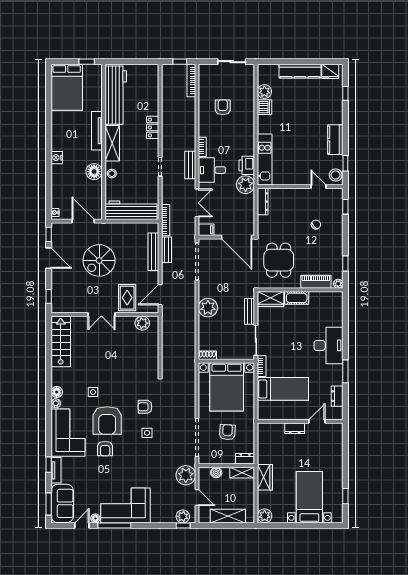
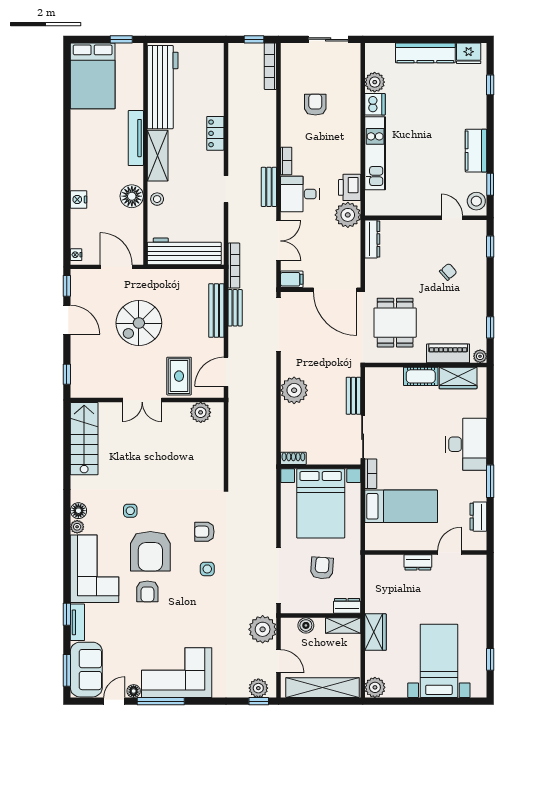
nightstand: (57, 158) -> (79, 199), moved
kitchen unit: (265, 160) -> (375, 153), moved
wardrobe: (271, 299) -> (458, 378), moved
shelving: (228, 516) -> (323, 688), width x1.47

